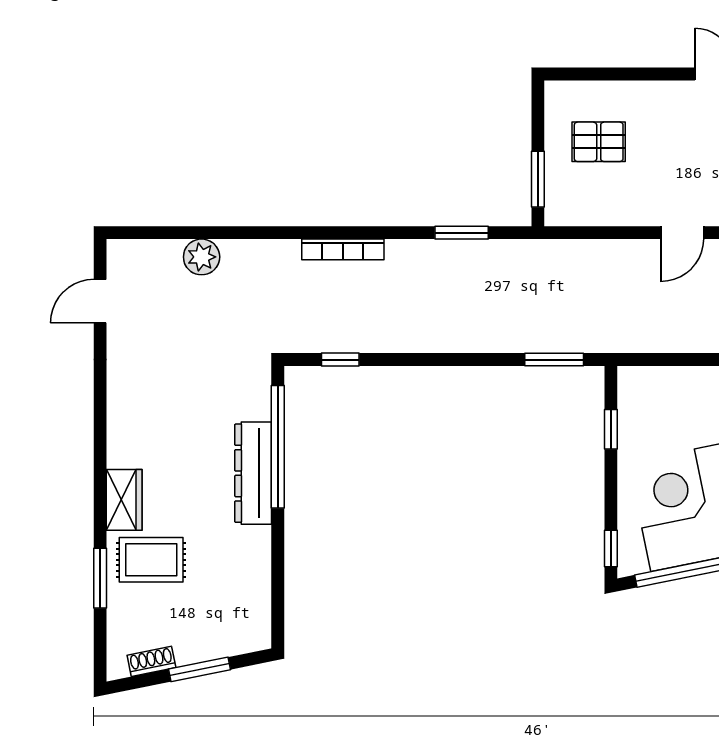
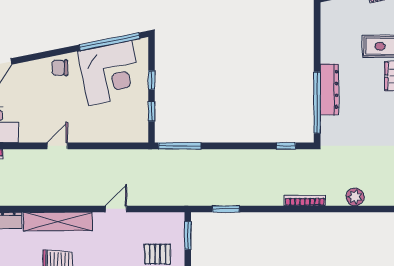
bookcase: (343, 249) -> (305, 201), moved
window: (554, 360) -> (180, 146), width x1.44
window: (611, 548) -> (152, 80), moved

